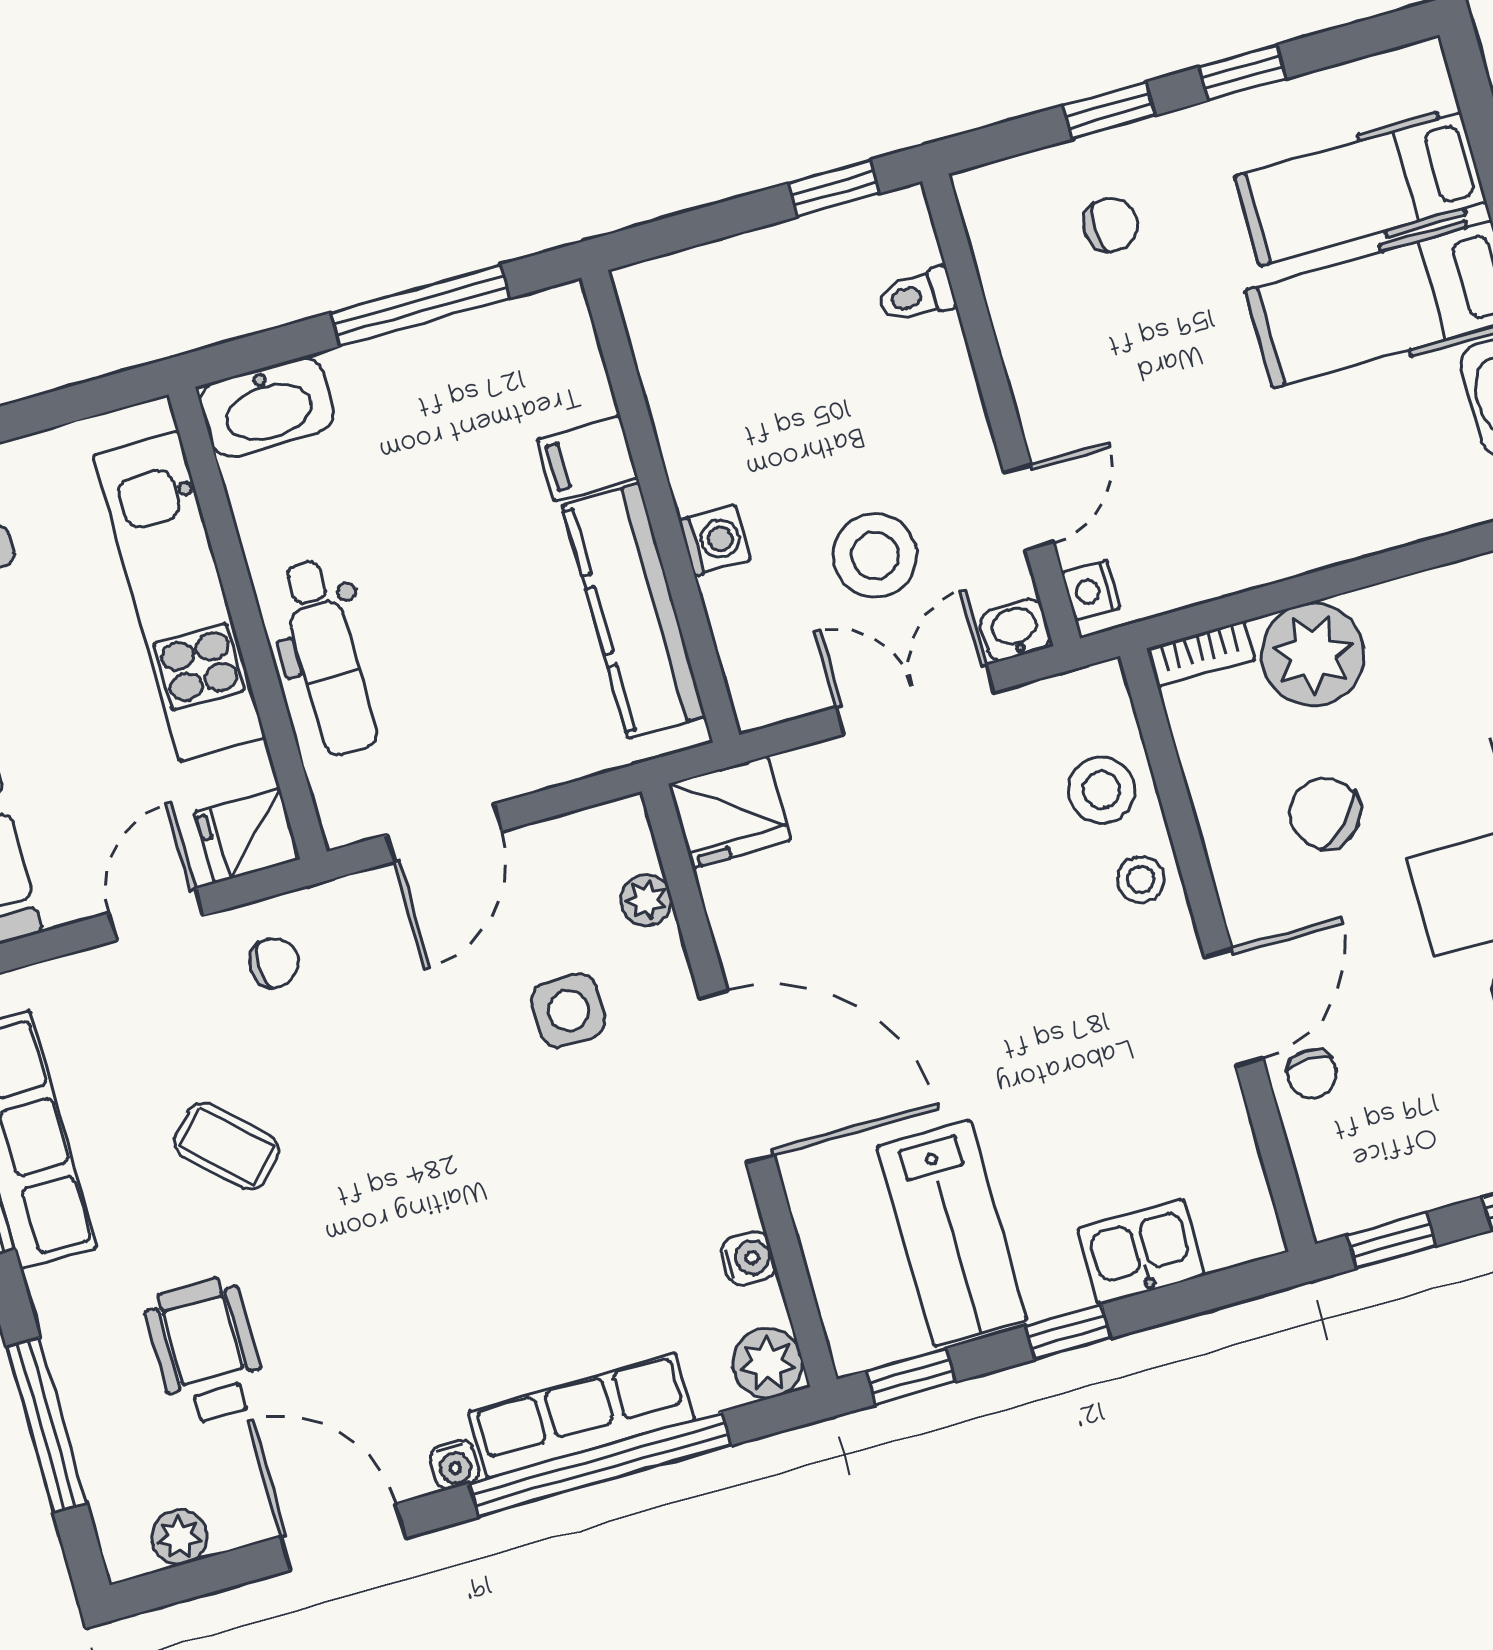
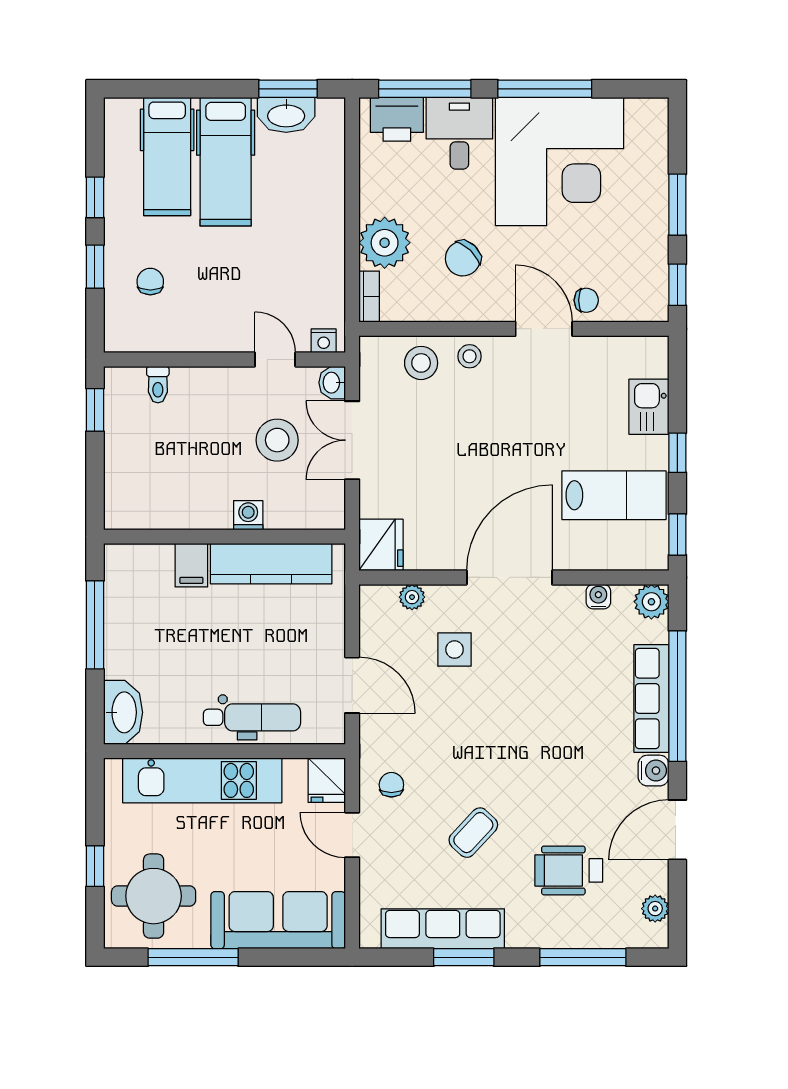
water cooler: (454, 1465) -> (653, 771), width x1.38, depth x1.38

